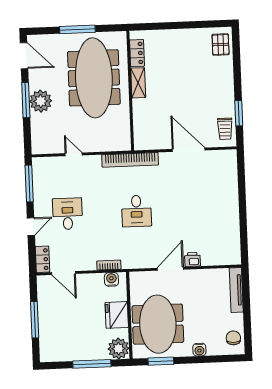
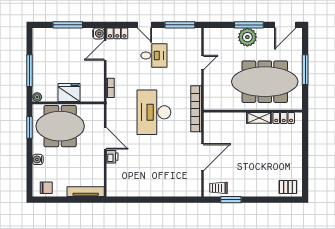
desk: (136, 211) -> (154, 112), width x1.87, depth x1.30
water cooler: (111, 279) -> (98, 33), moved
plant: (119, 349) -> (37, 97), width x0.53, depth x0.53

